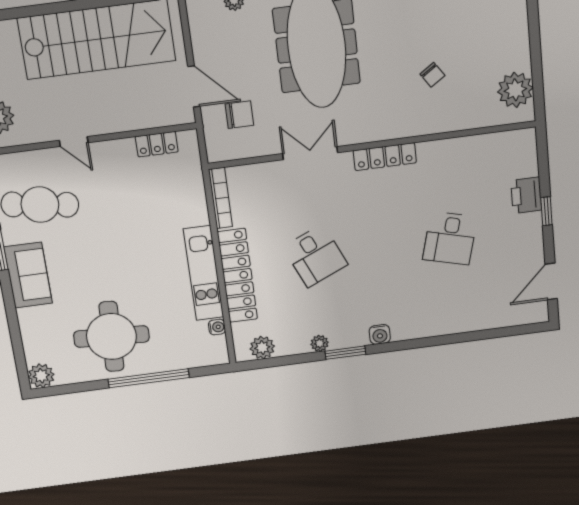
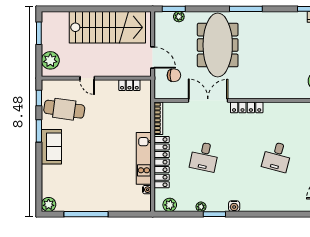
chair: (432, 75) -> (275, 67), removed
double door: (310, 153) -> (208, 100), width x1.37
desk: (315, 256) -> (204, 157), turned 36
round table: (111, 337) -> (90, 187), removed
window: (149, 378) -> (86, 214), moved

